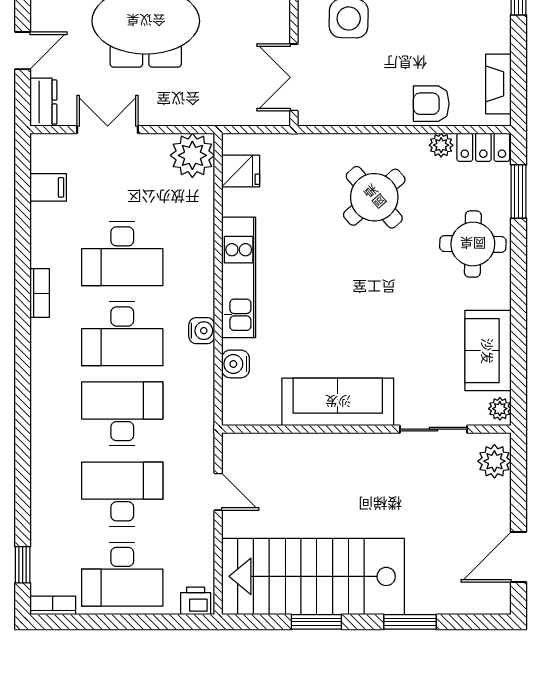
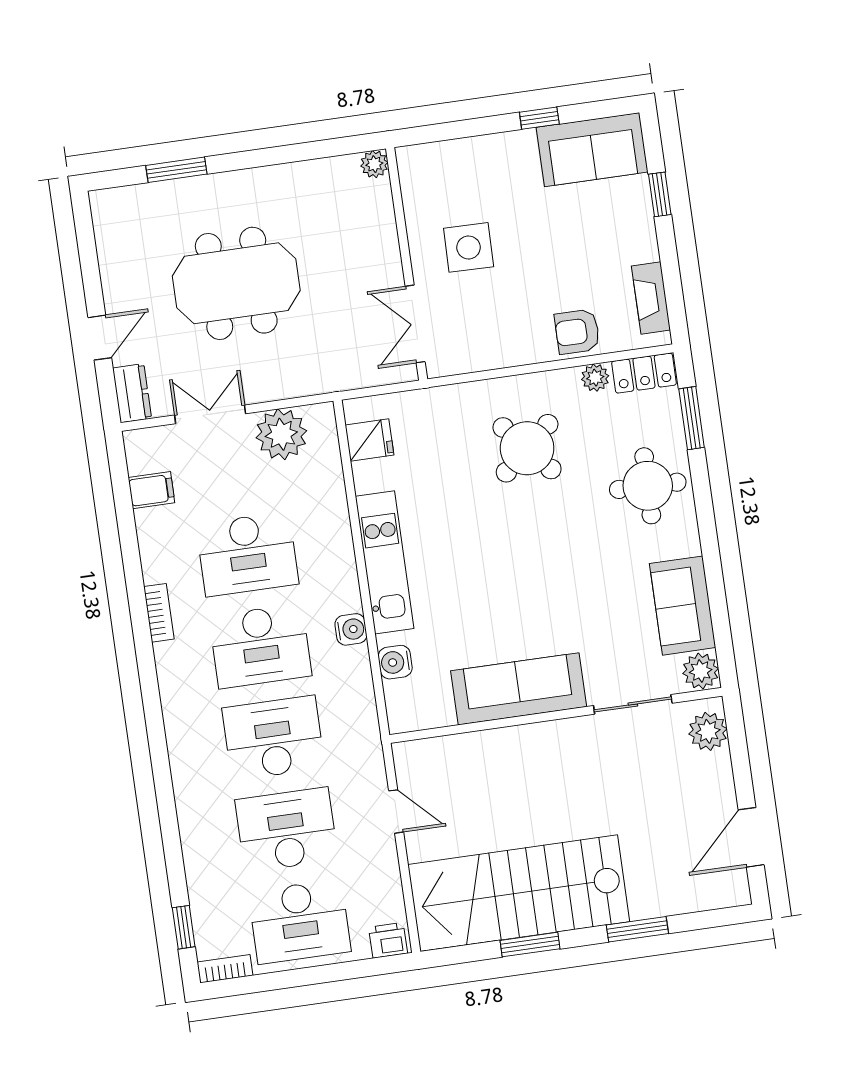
plant: (192, 155) -> (281, 434), moved
plant: (500, 409) -> (701, 671), width x1.38, depth x1.38

